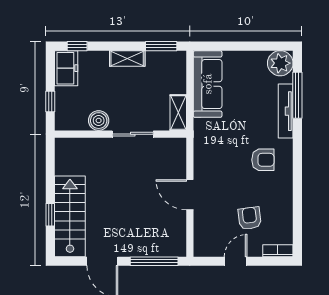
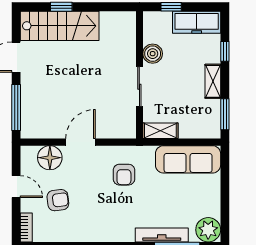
window: (77, 46) -> (225, 51), moved
freezer: (66, 68) -> (197, 22), width x1.40
armchair: (263, 160) -> (124, 175), moved
floor lamp: (206, 227) -> (50, 158), added

